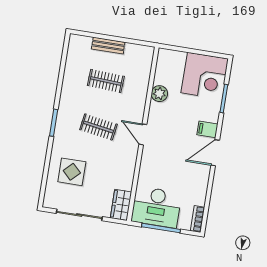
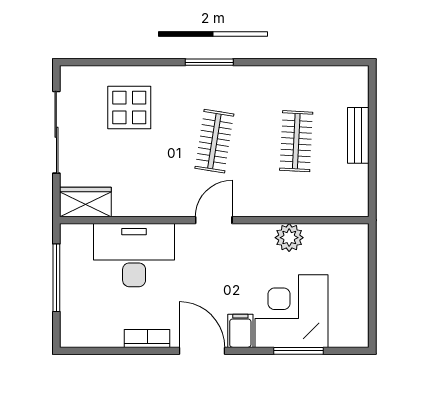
corner desk: (205, 76) -> (291, 311), moved, turned 90
desk: (156, 207) -> (134, 255), moved, turned 90
bookcase: (198, 219) -> (147, 338), moved

